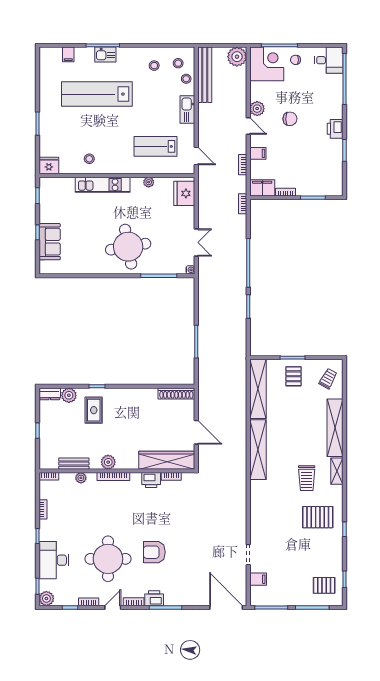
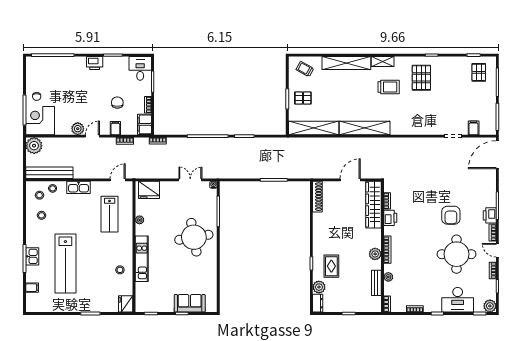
desk: (329, 60) -> (140, 68), moved
chair: (290, 119) -> (117, 103), moved
rug: (94, 410) -> (331, 266), turned 90

